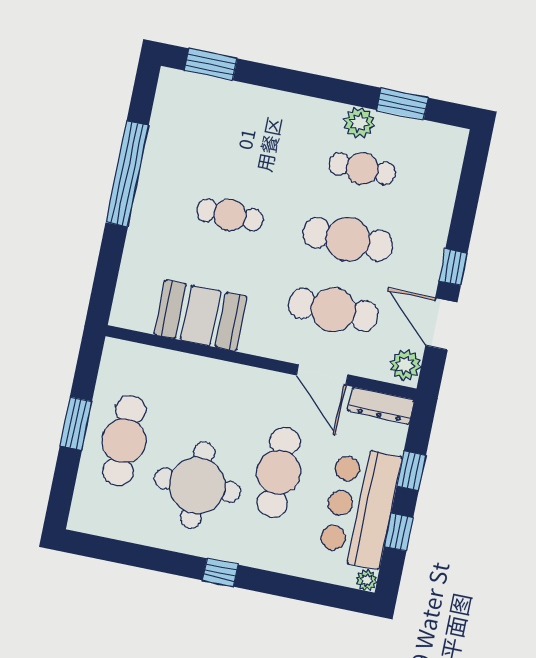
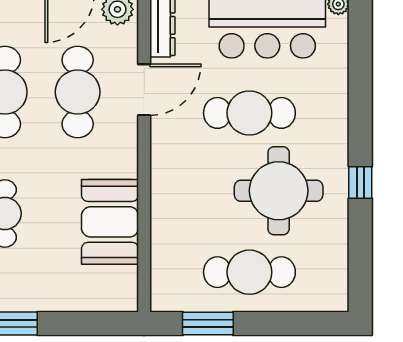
window: (76, 423) -> (208, 323), moved
window: (220, 572) -> (360, 183), moved

